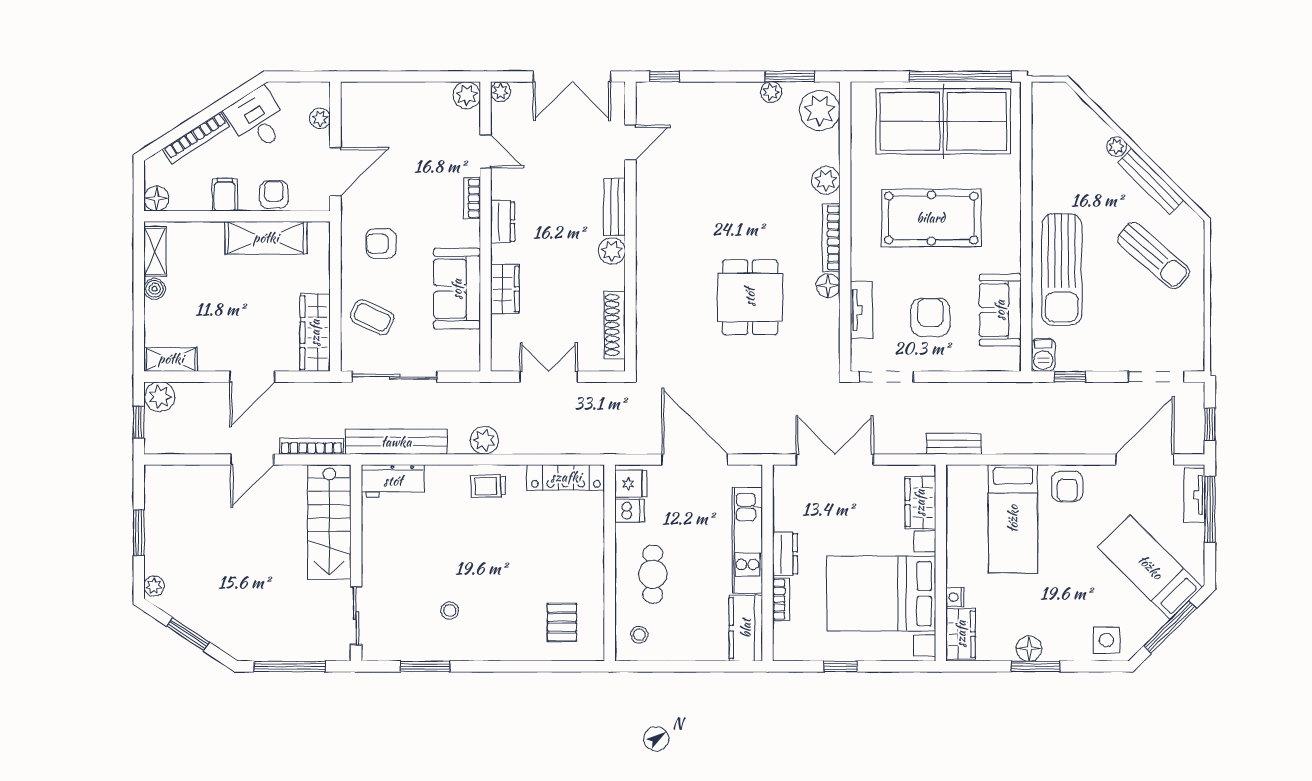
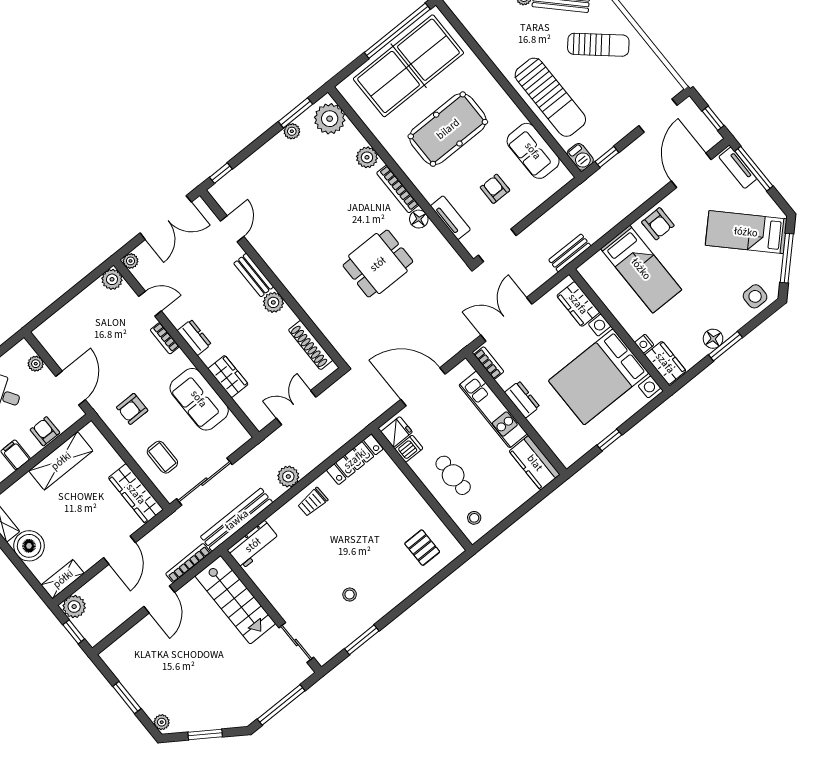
boiler: (155, 289) -> (29, 546), width x1.86, depth x1.86
dining table: (750, 297) -> (378, 264), turned 90
coffee table: (372, 317) -> (162, 457), turned 65
armchair: (930, 317) -> (495, 189), width x0.72, depth x0.72
bookcase: (781, 599) -> (489, 363), moved

